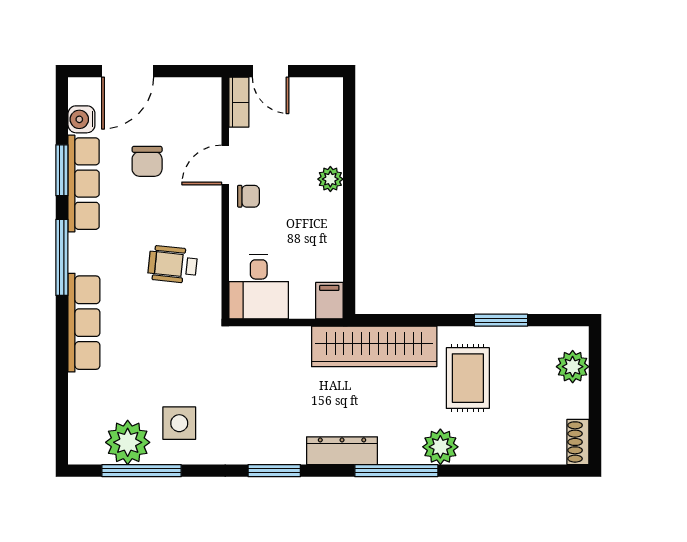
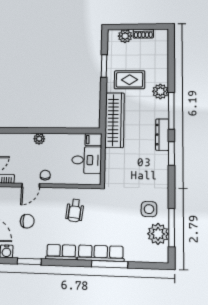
door: (225, 165) -> (31, 185), hinge flipped
row of seats: (84, 184) -> (61, 252), moved, width x0.68
window: (62, 257) -> (110, 264), moved
desk: (259, 287) -> (87, 160), moved
shoe rack: (578, 442) -> (143, 34), moved
window: (274, 471) -> (171, 153), moved

